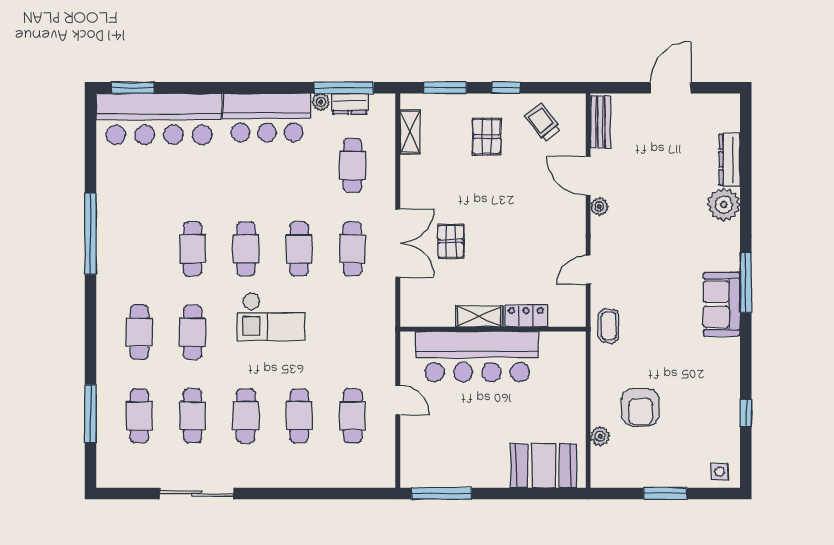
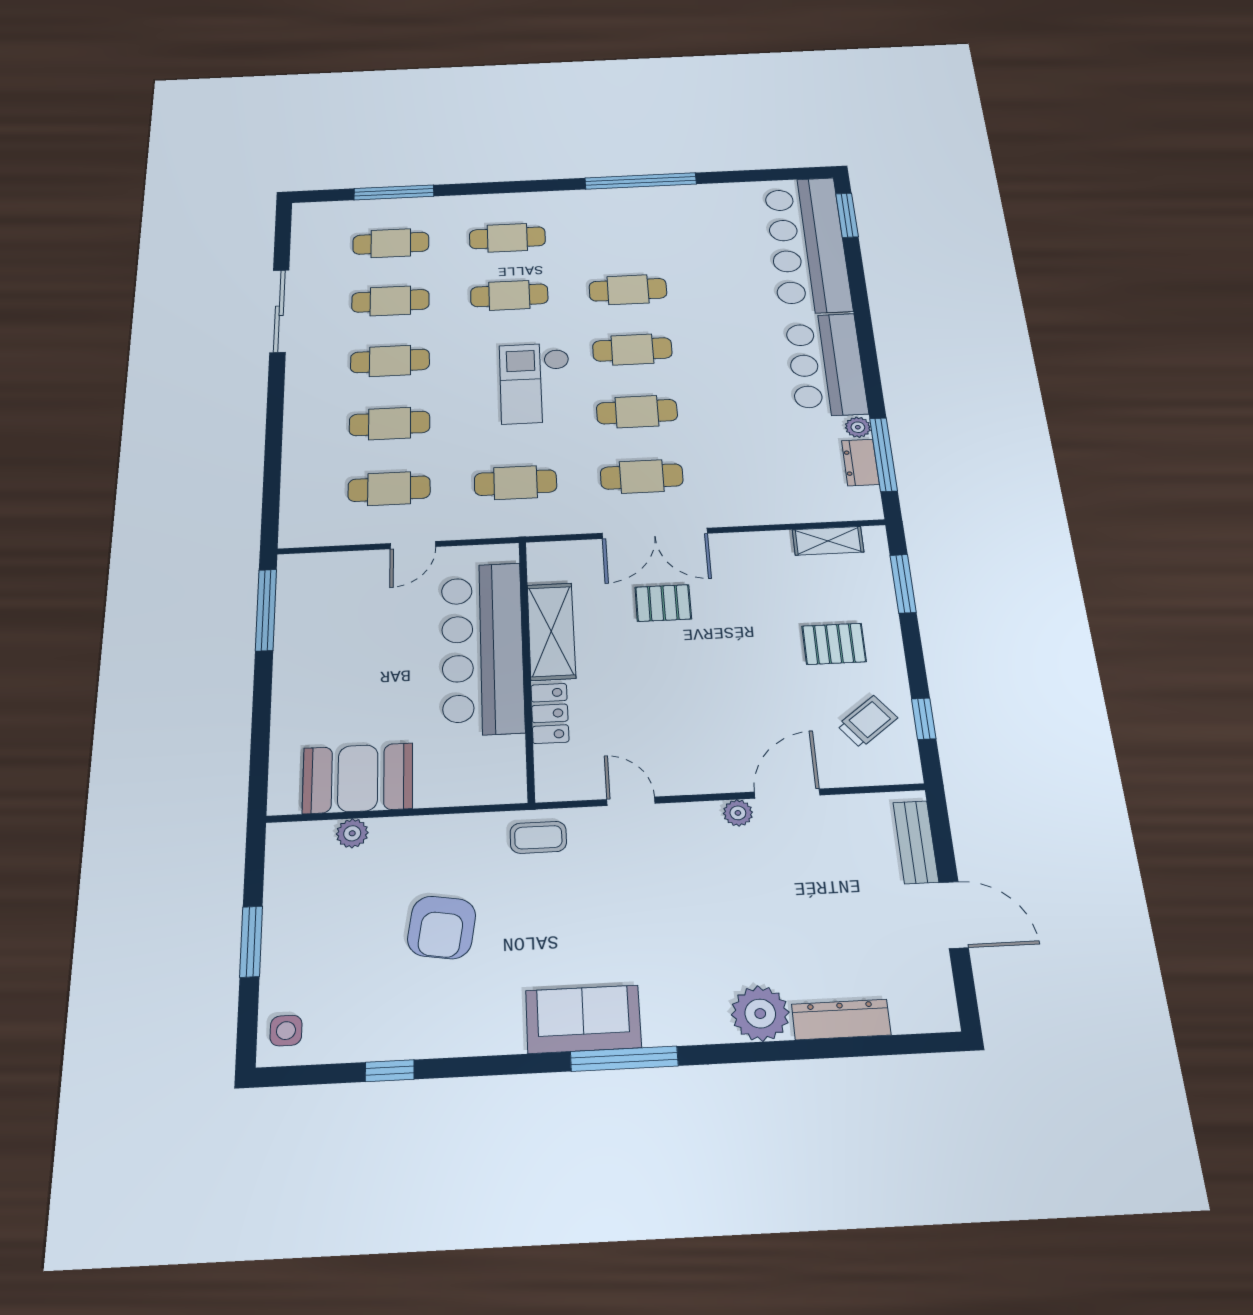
window: (506, 88) -> (924, 719), moved
bench: (600, 122) -> (916, 842), moved, turned 90
cafe table: (353, 165) -> (515, 483), moved
shelving: (479, 316) -> (551, 631), width x1.50, depth x1.33
armchair: (640, 407) -> (442, 927), moved, turned -81
booth: (544, 466) -> (358, 778), moved, turned 90

